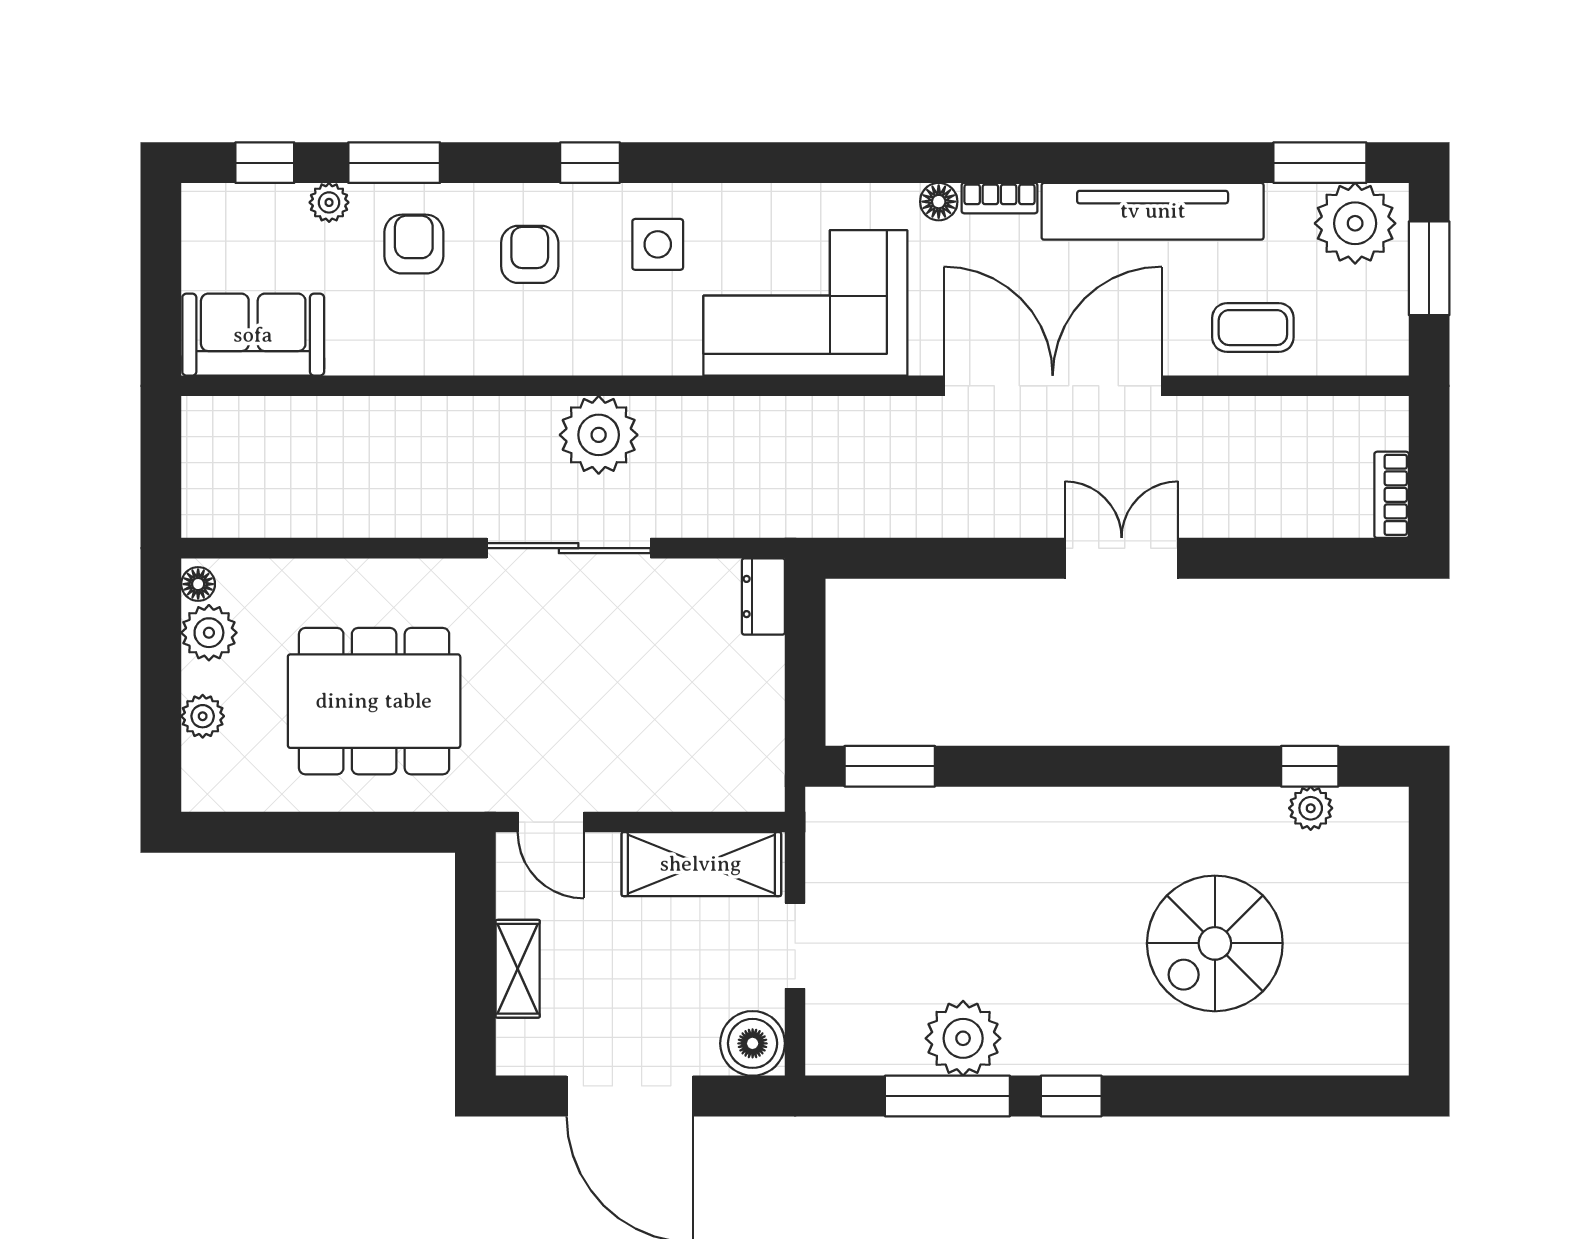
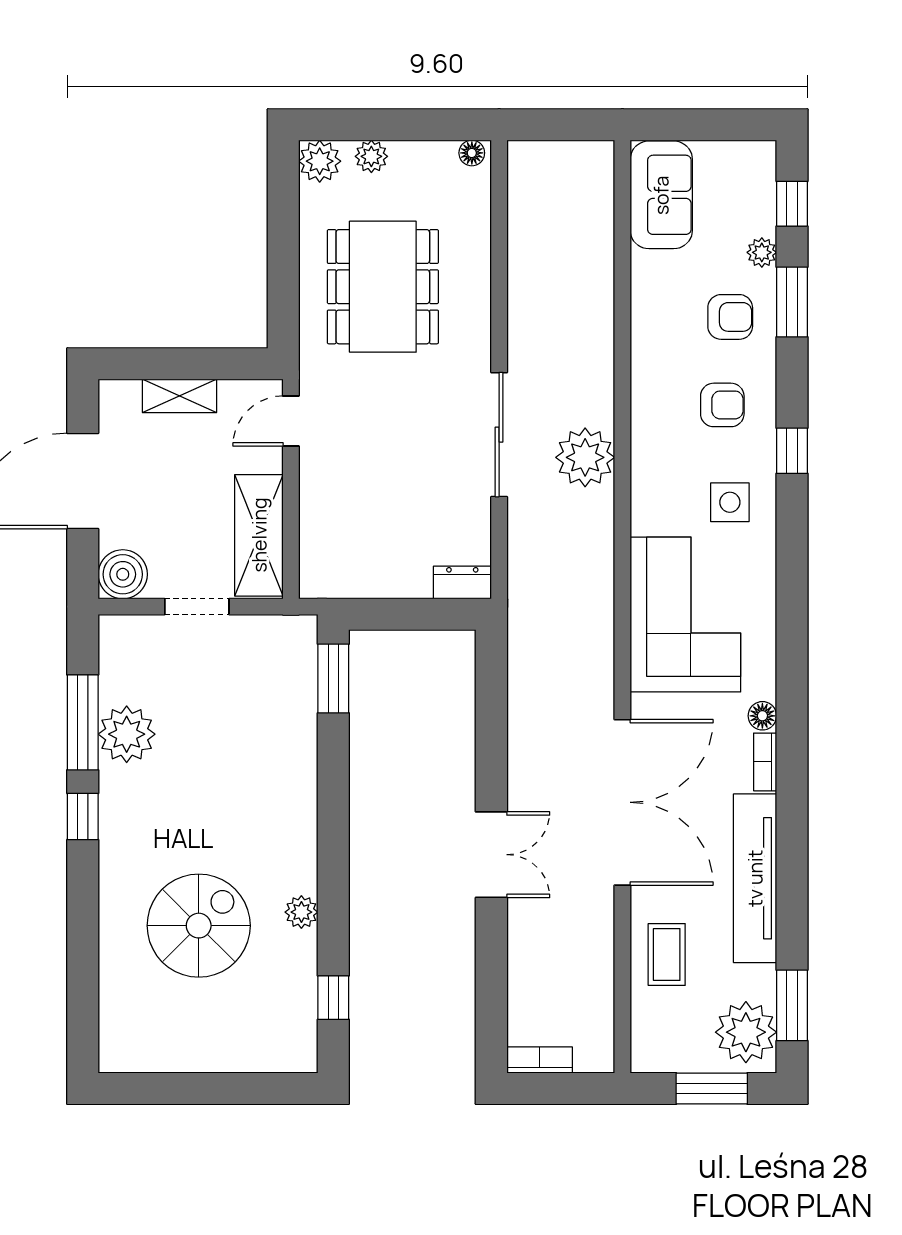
plant: (209, 633) -> (320, 161), moved
plant: (1311, 808) -> (301, 912), moved
spiral stairs: (1215, 943) -> (199, 926), turned 90

